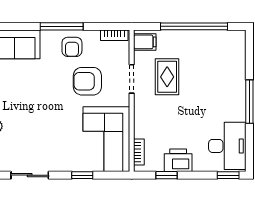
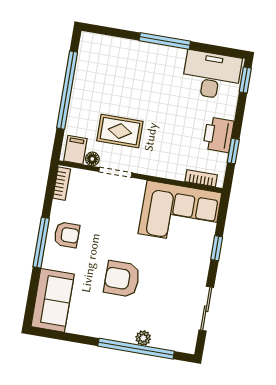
floor lamp: (140, 57) -> (92, 159), added
armchair: (87, 81) -> (122, 279), moved, turned 90

